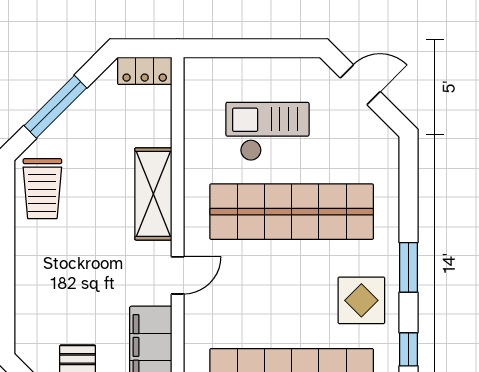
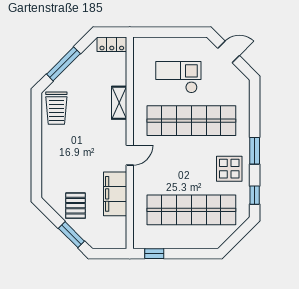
shelving: (153, 194) -> (119, 103), width x0.67, depth x0.75

